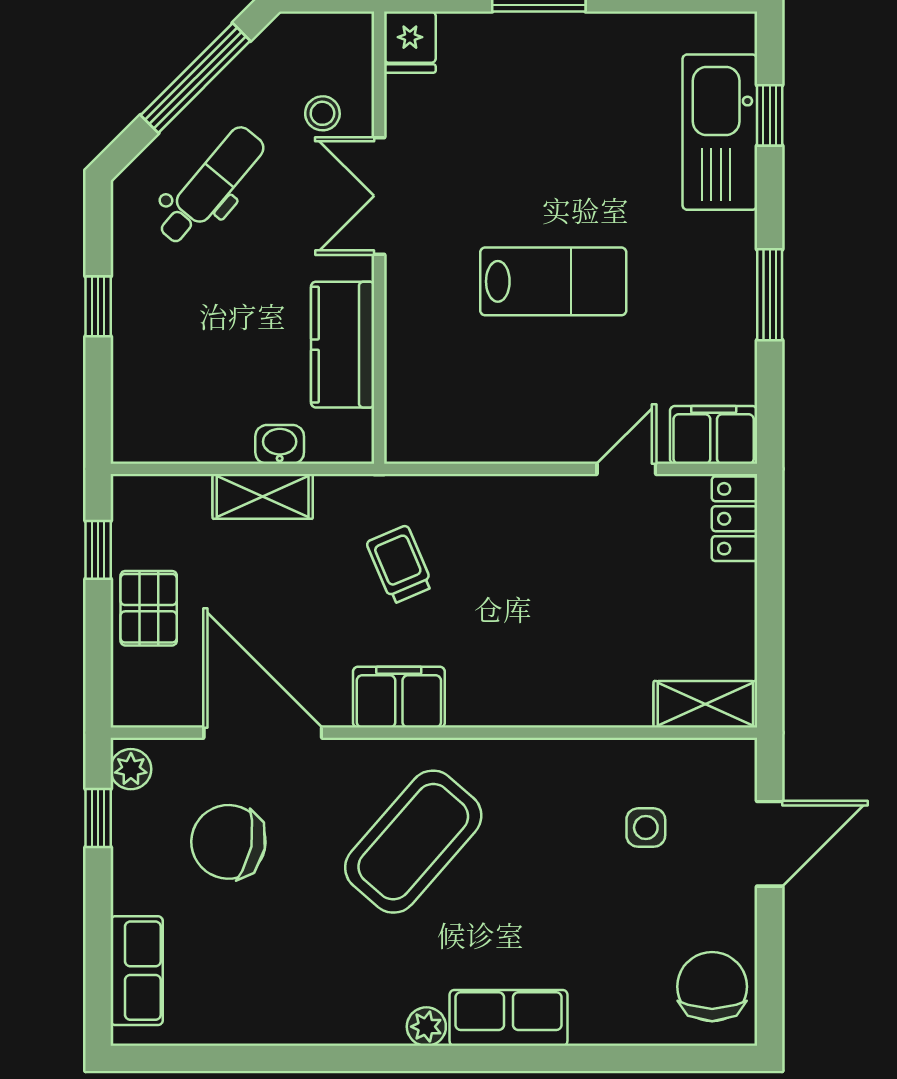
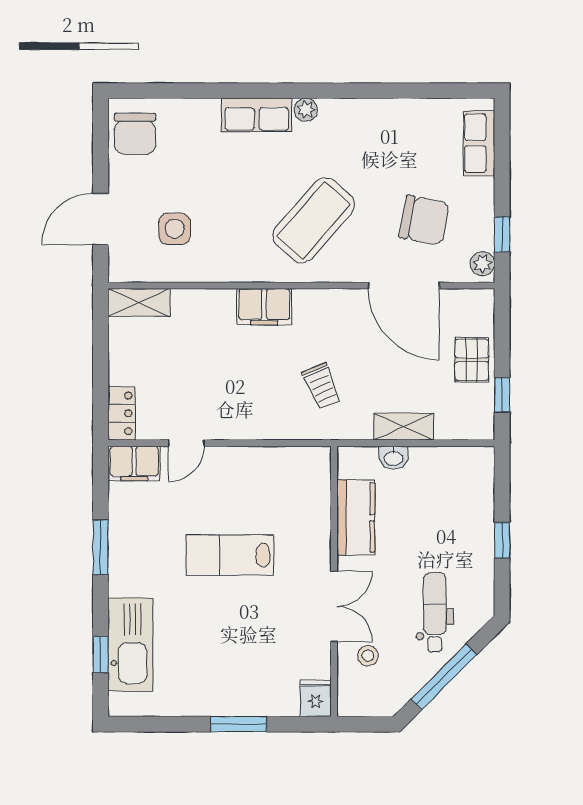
dental chair: (211, 186) -> (435, 612), turned 140
filing cabinet: (399, 697) -> (264, 307), moved
side table: (646, 828) -> (175, 229), width x1.37, depth x1.37

